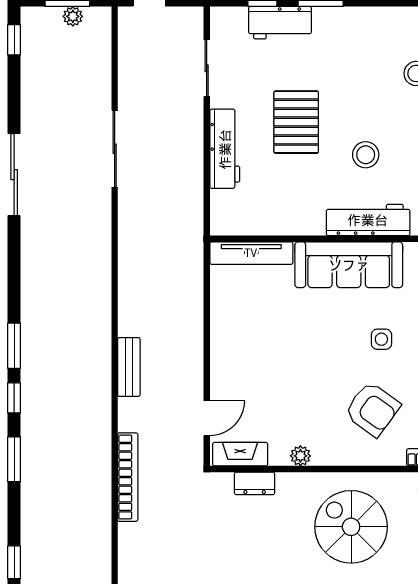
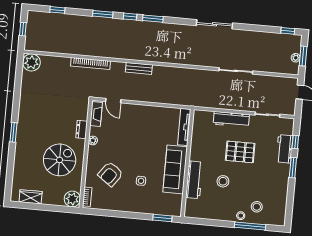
sliding door: (14, 175) -> (215, 24), moved
dresser: (255, 483) -> (82, 129), moved

